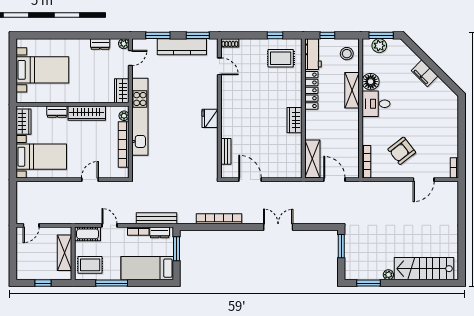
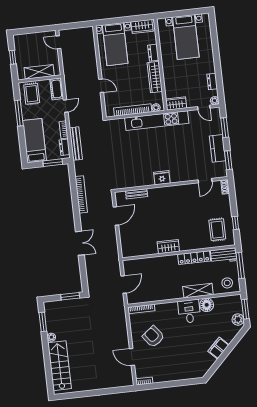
window: (327, 35) -> (240, 265), width x2.17
plant: (379, 46) -> (238, 320), moved
kitchen counter: (182, 47) -> (218, 148), width x0.67
shelving: (312, 159) -> (139, 265), removed

